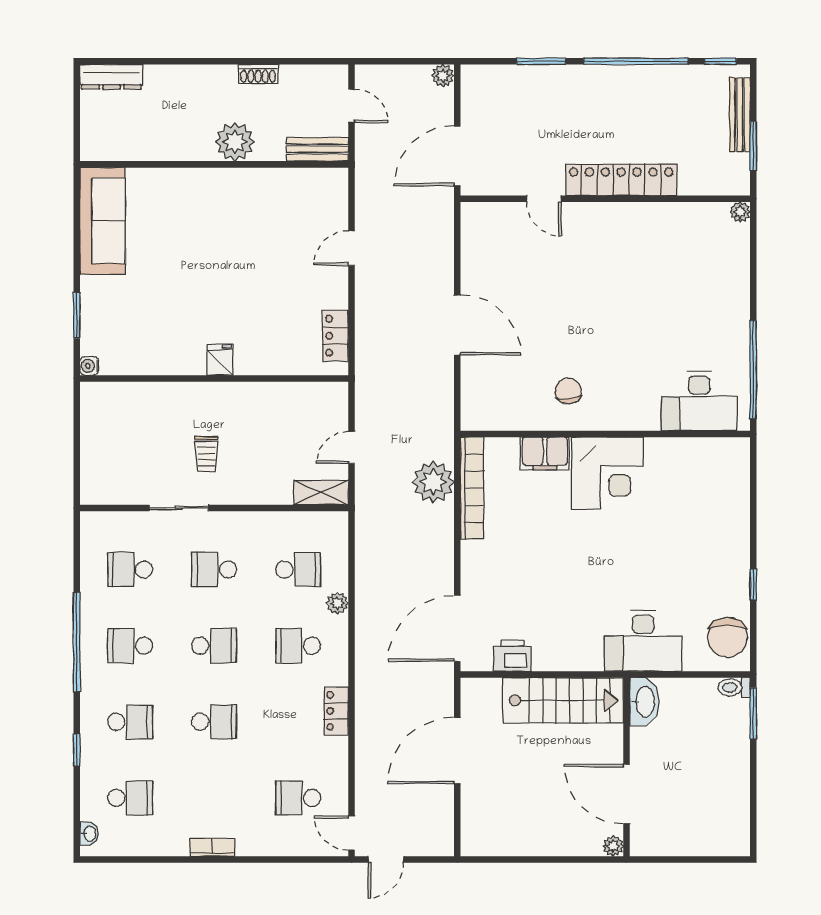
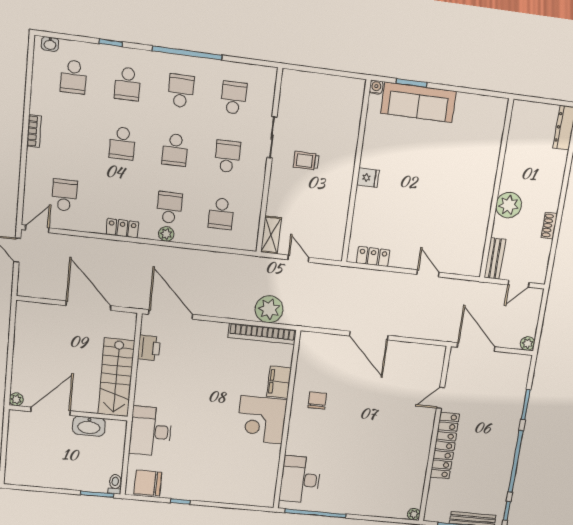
sofa: (103, 221) -> (418, 102), moved
door: (457, 325) -> (369, 336), hinge flipped
chair: (568, 391) -> (317, 401), turned -84
plant: (337, 603) -> (166, 234), moved
washbasin: (644, 702) -> (89, 426), moved

